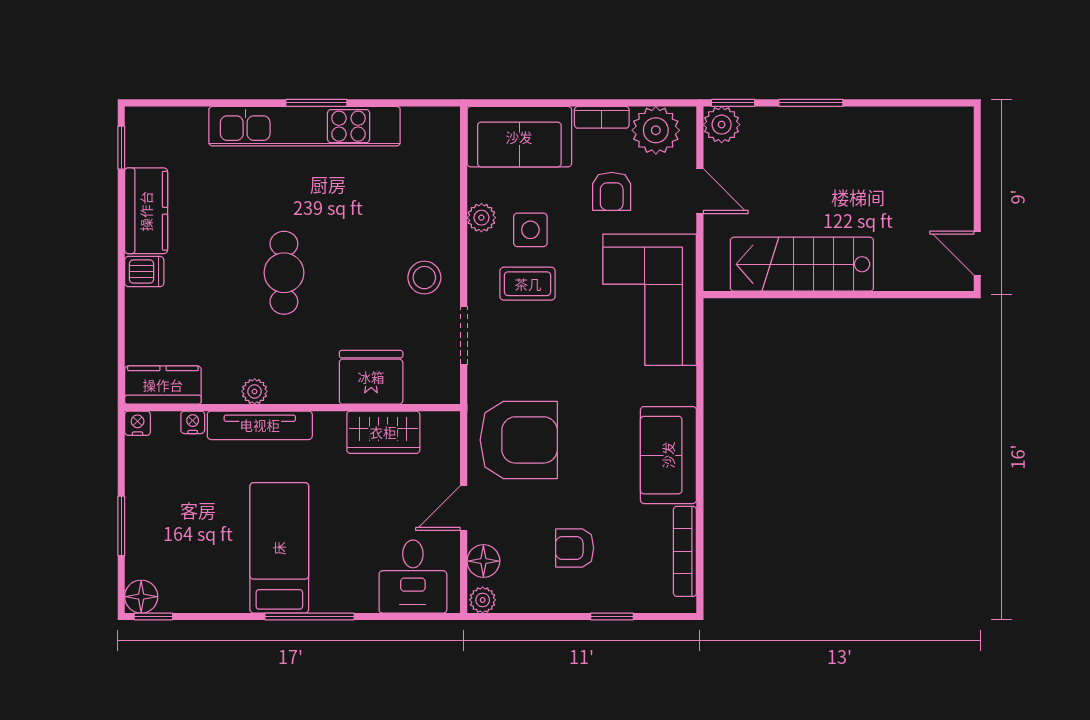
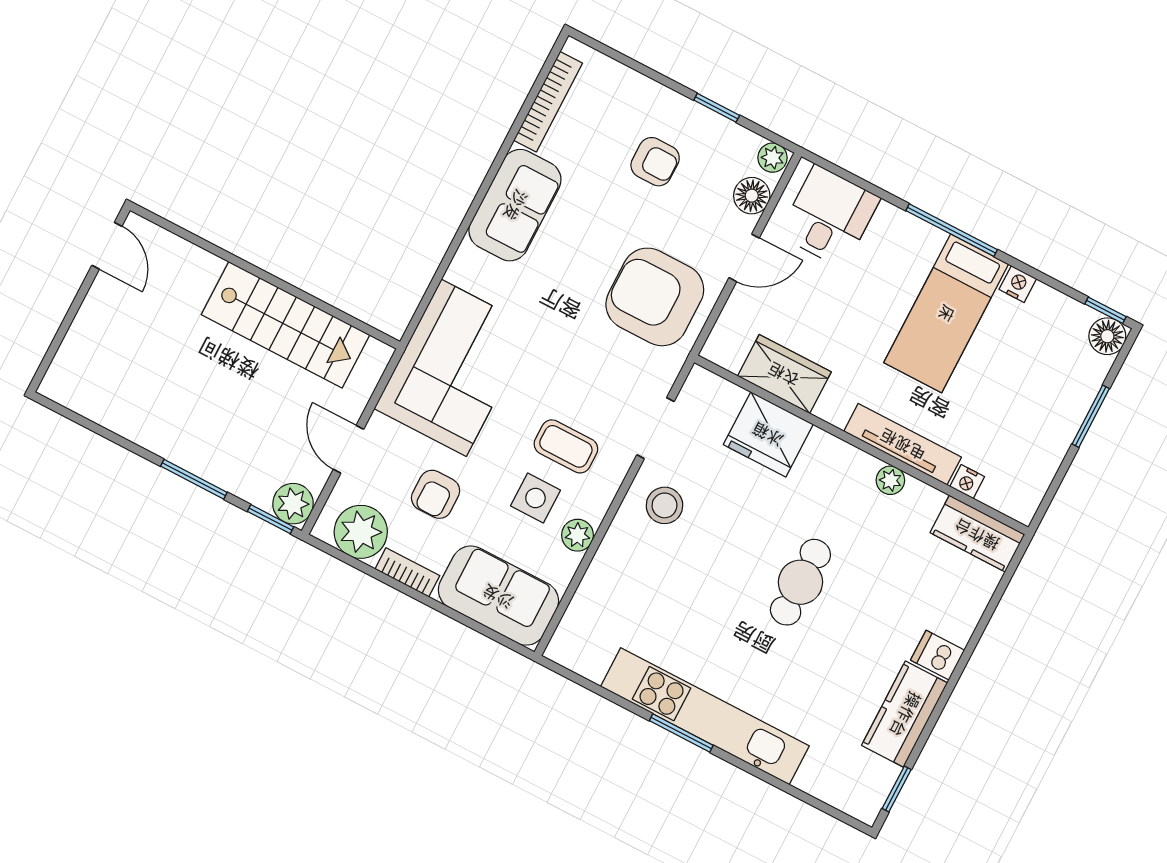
armchair: (612, 191) -> (436, 494), turned 180
nightstand: (138, 423) -> (1018, 284), moved, turned 180
window: (612, 617) -> (717, 108), moved

